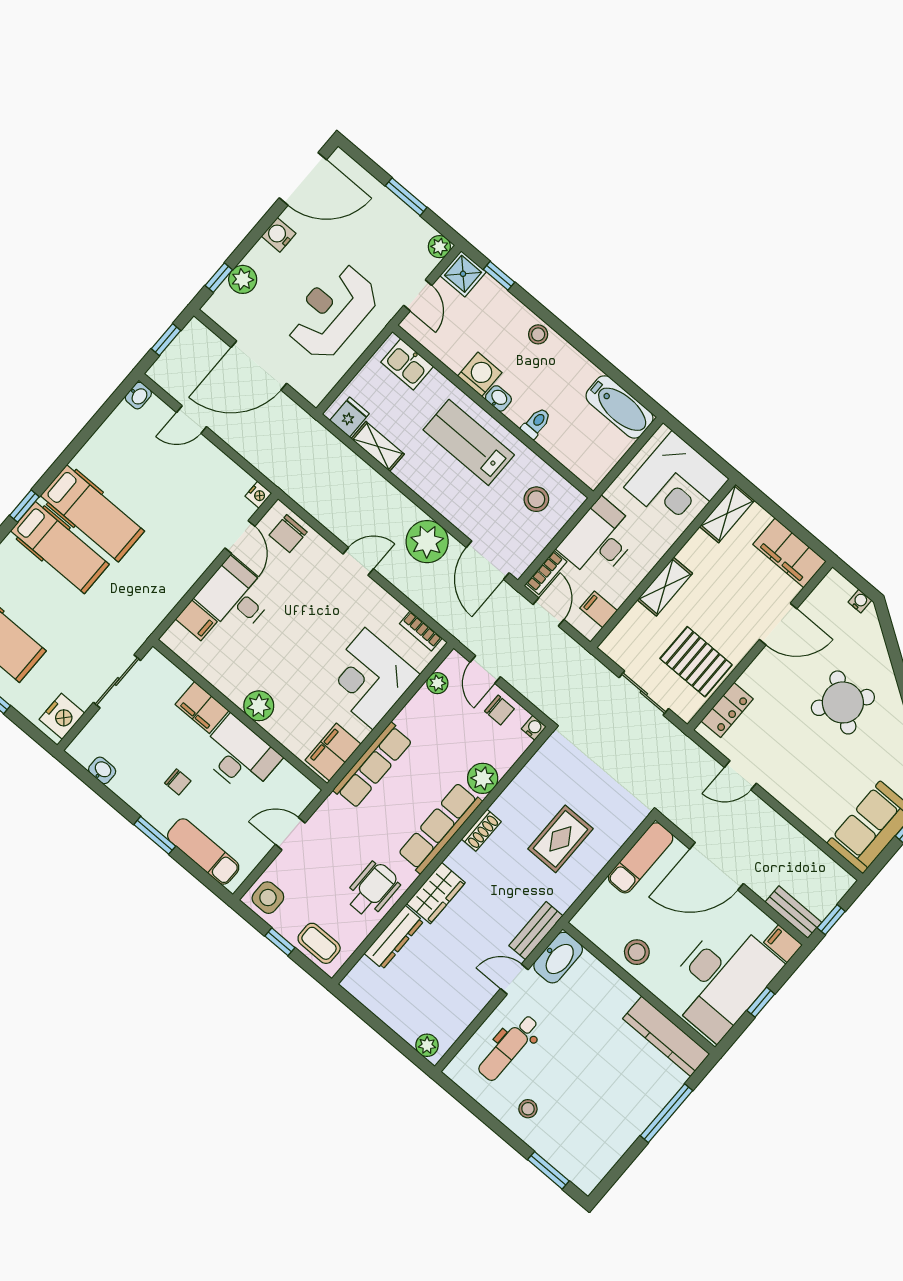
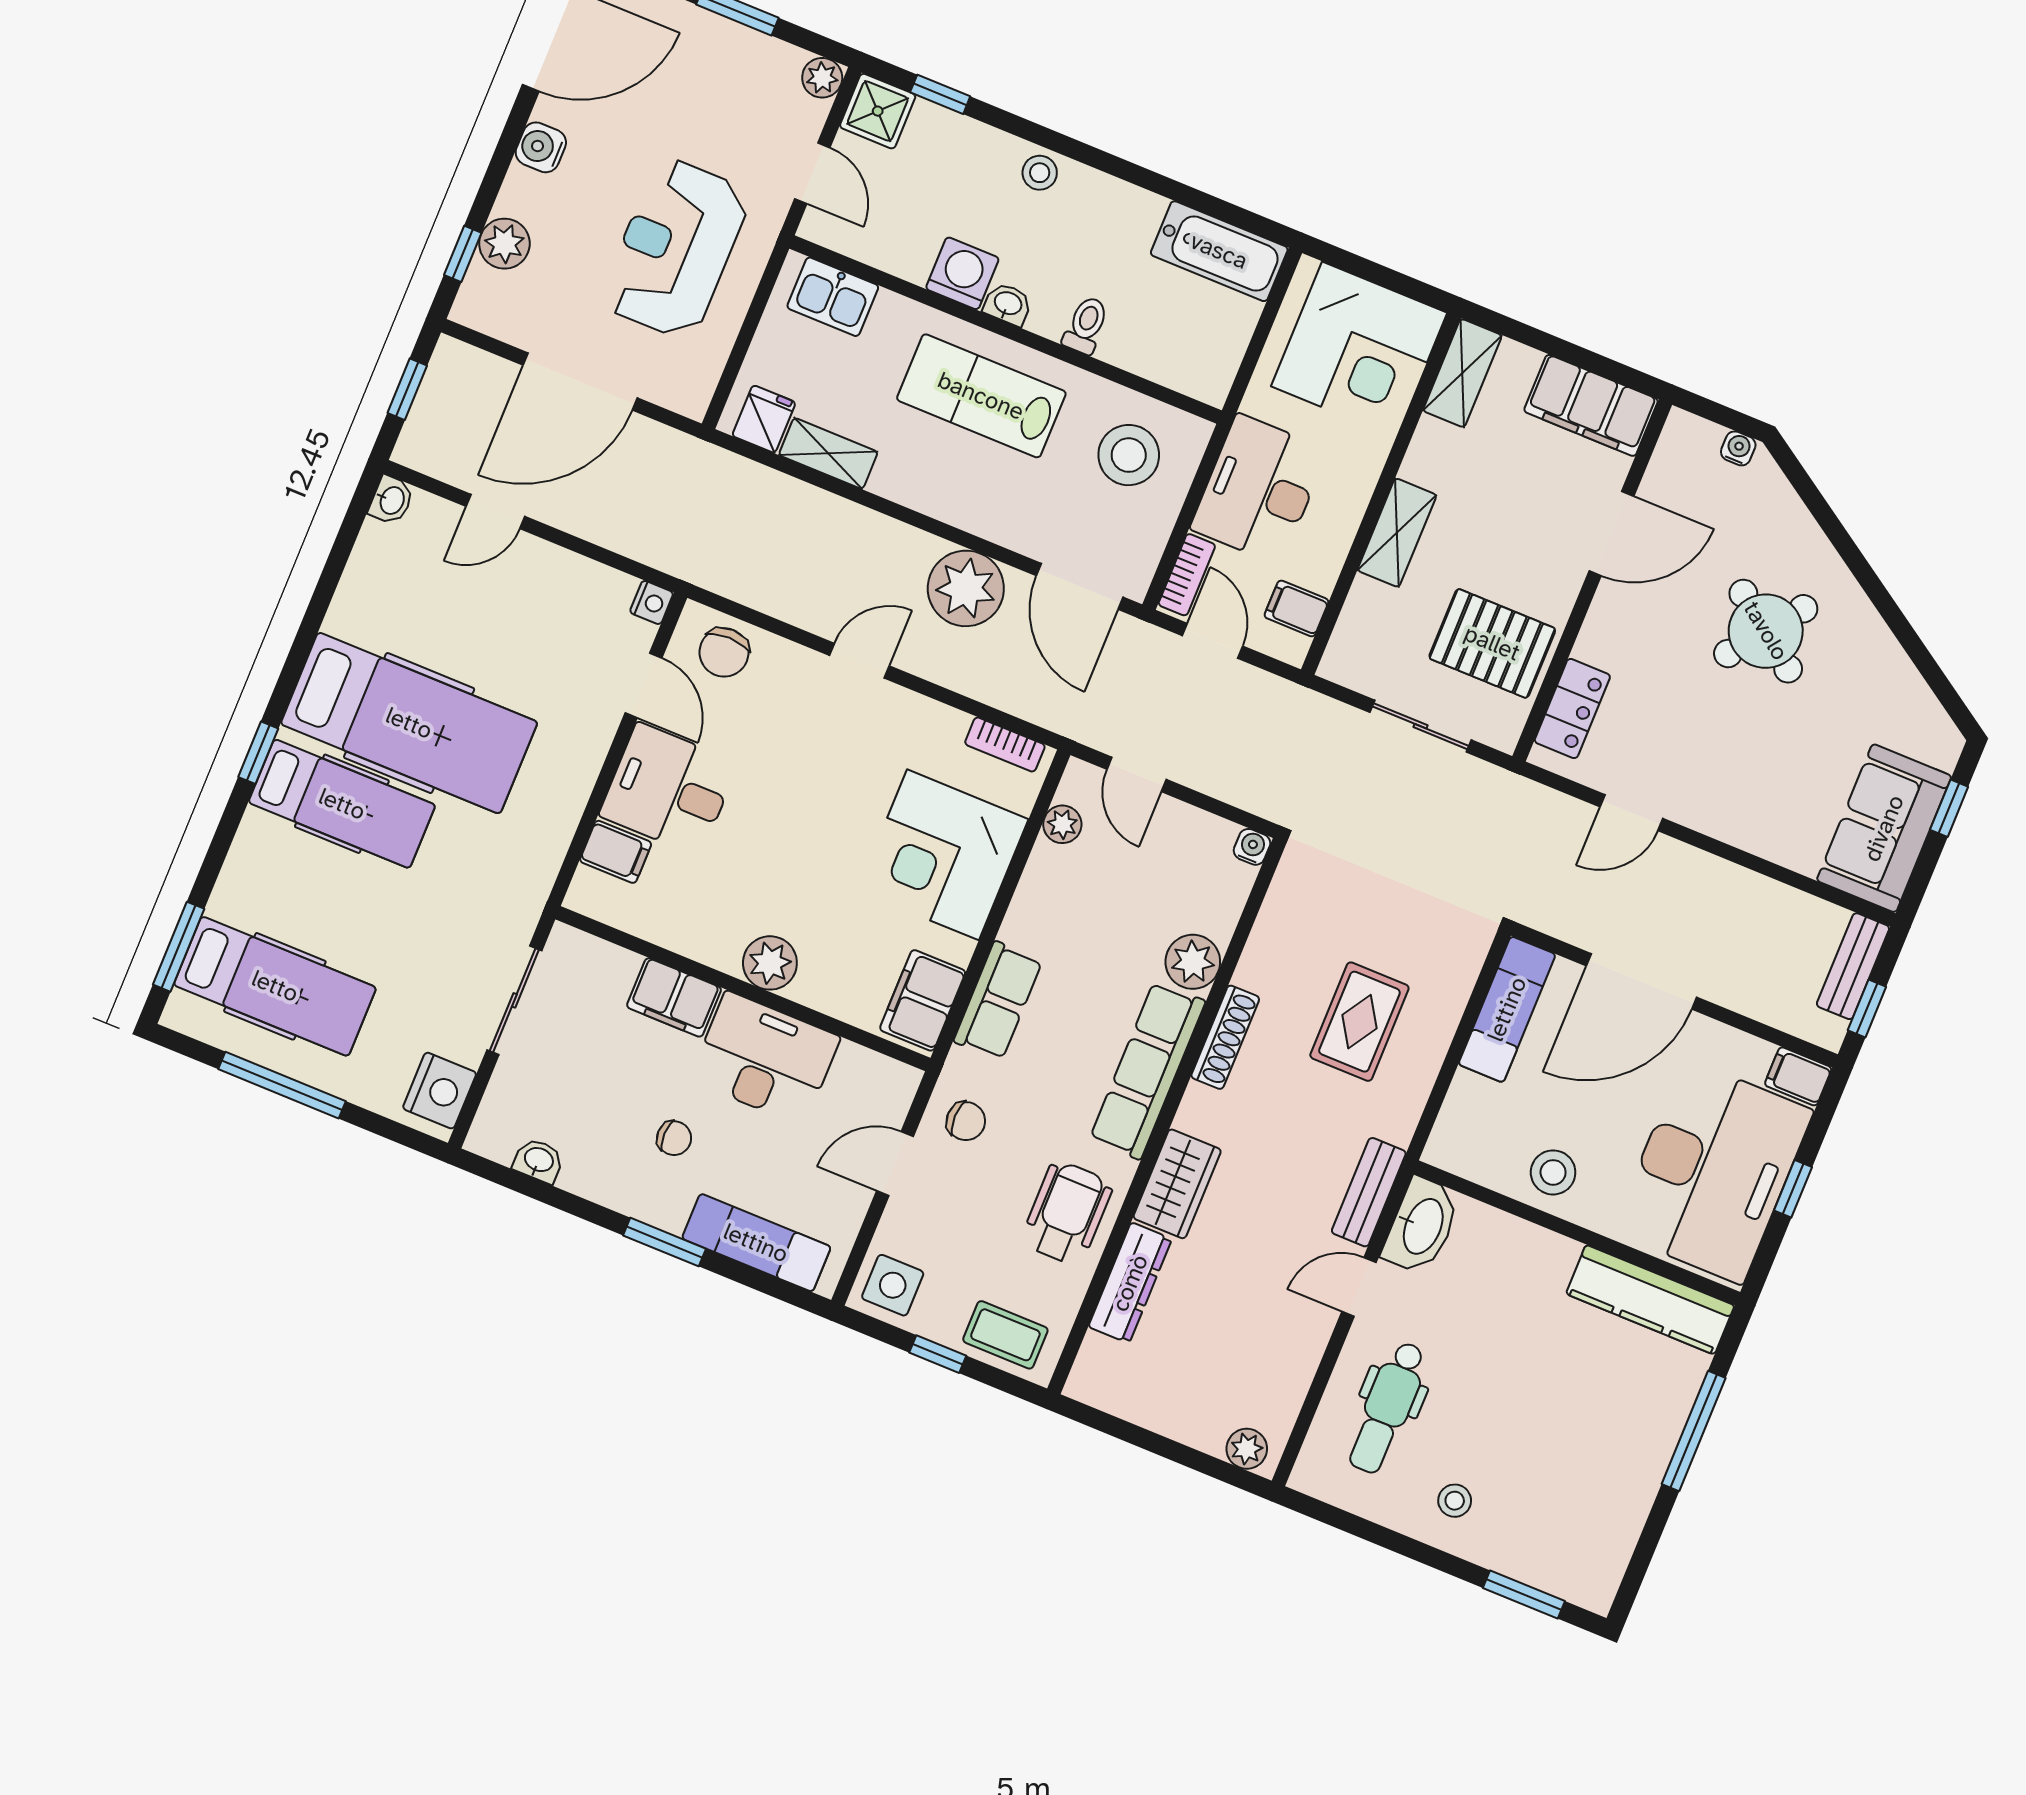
stool: (536, 499) -> (1129, 455), width x1.38, depth x1.38
hospital bed: (92, 513) -> (409, 723), width x1.37, depth x1.29
chair: (499, 710) -> (966, 1121), moved
row of seats: (373, 765) -> (998, 1001), width x0.68
shoe rack: (481, 830) -> (1225, 1037), width x1.43
bench: (793, 912) -> (1853, 966), moved, turned 90

